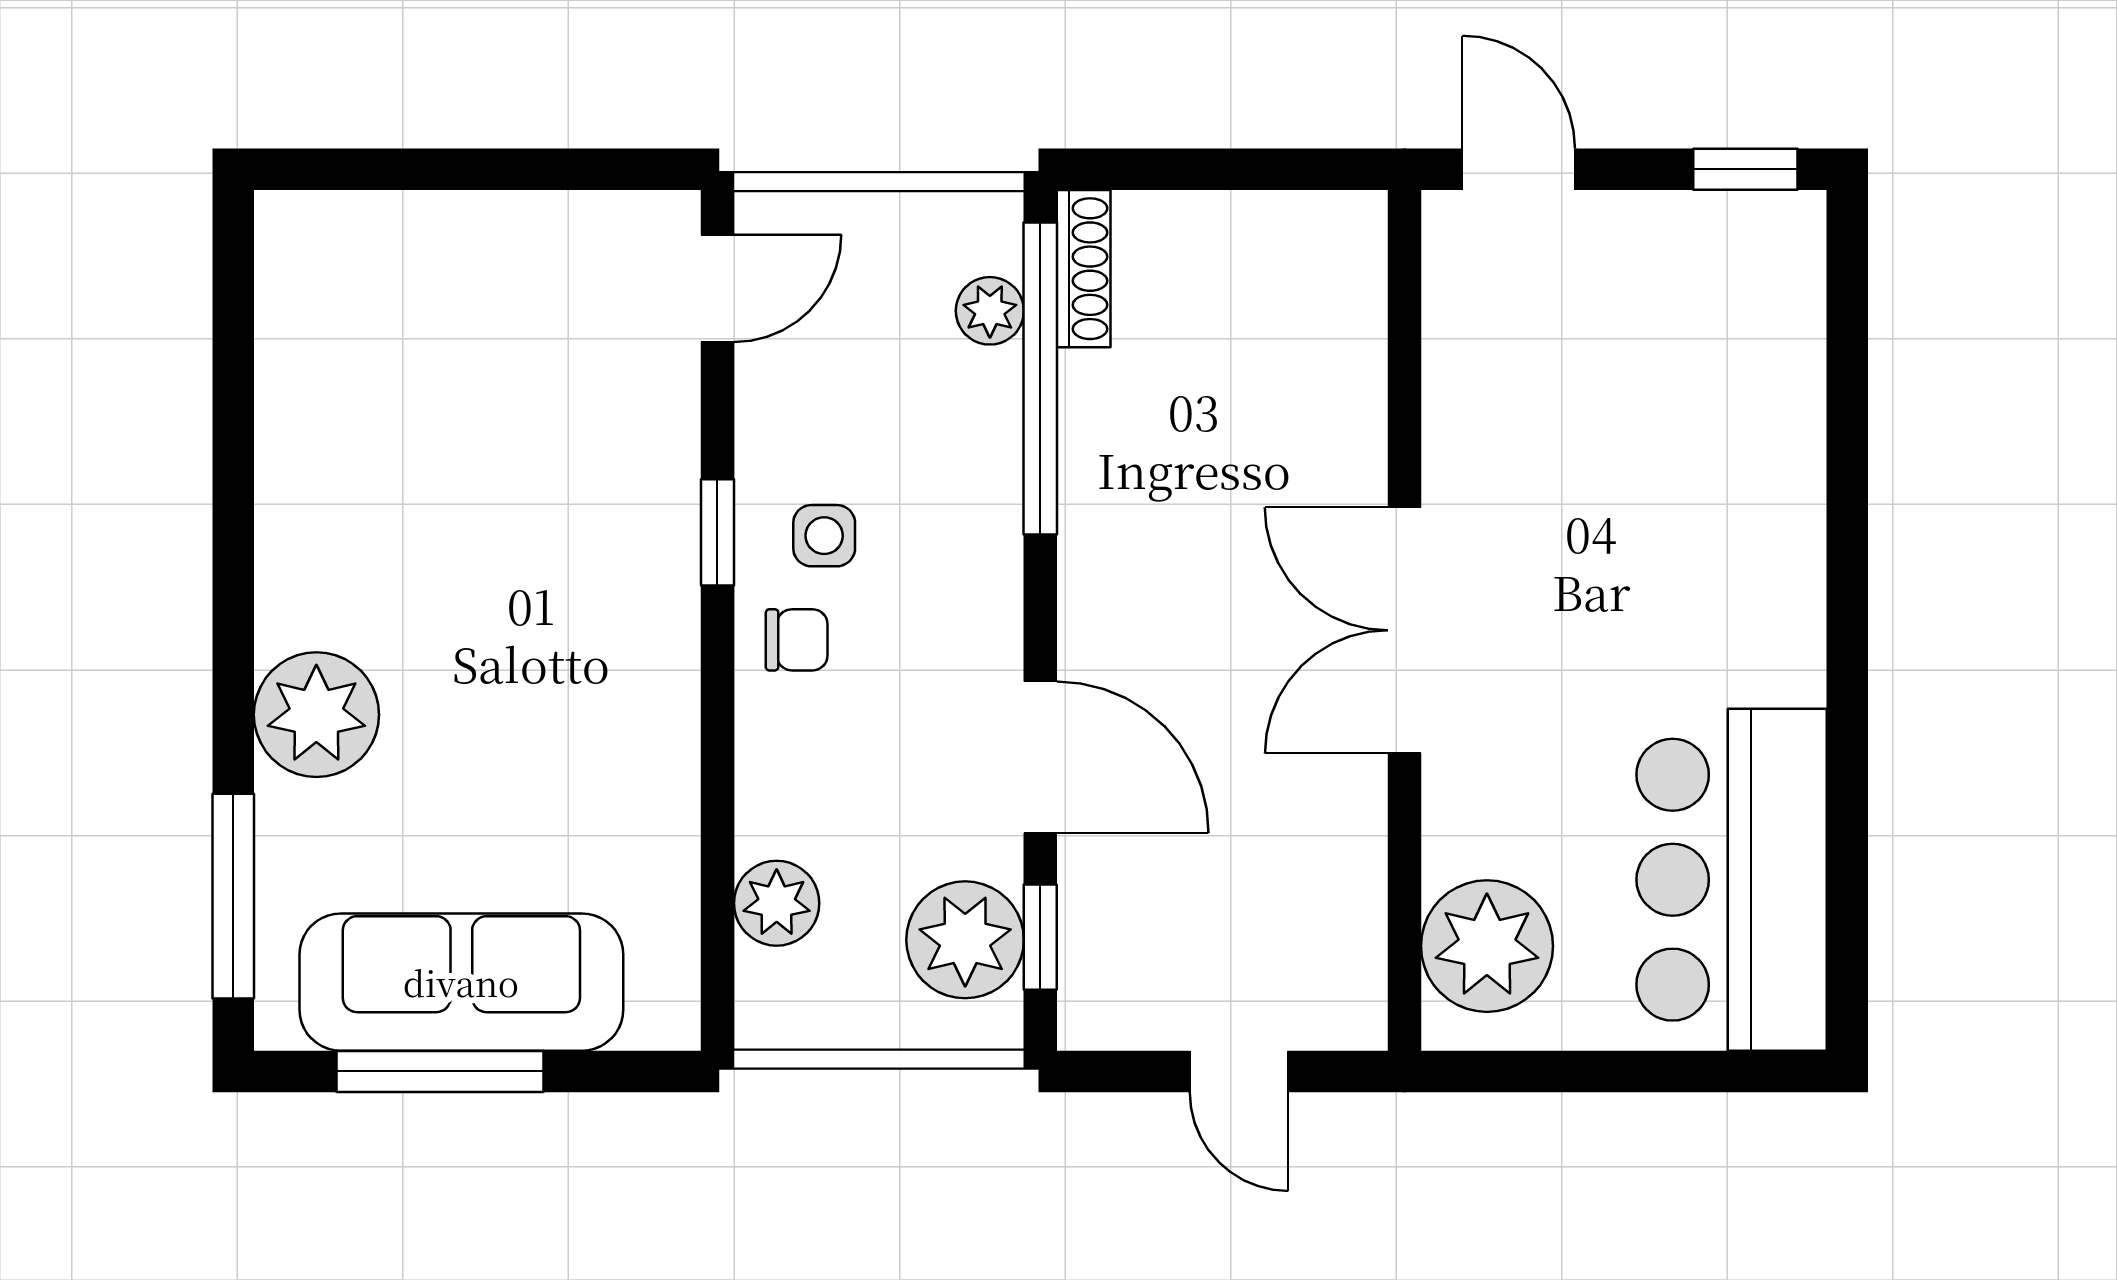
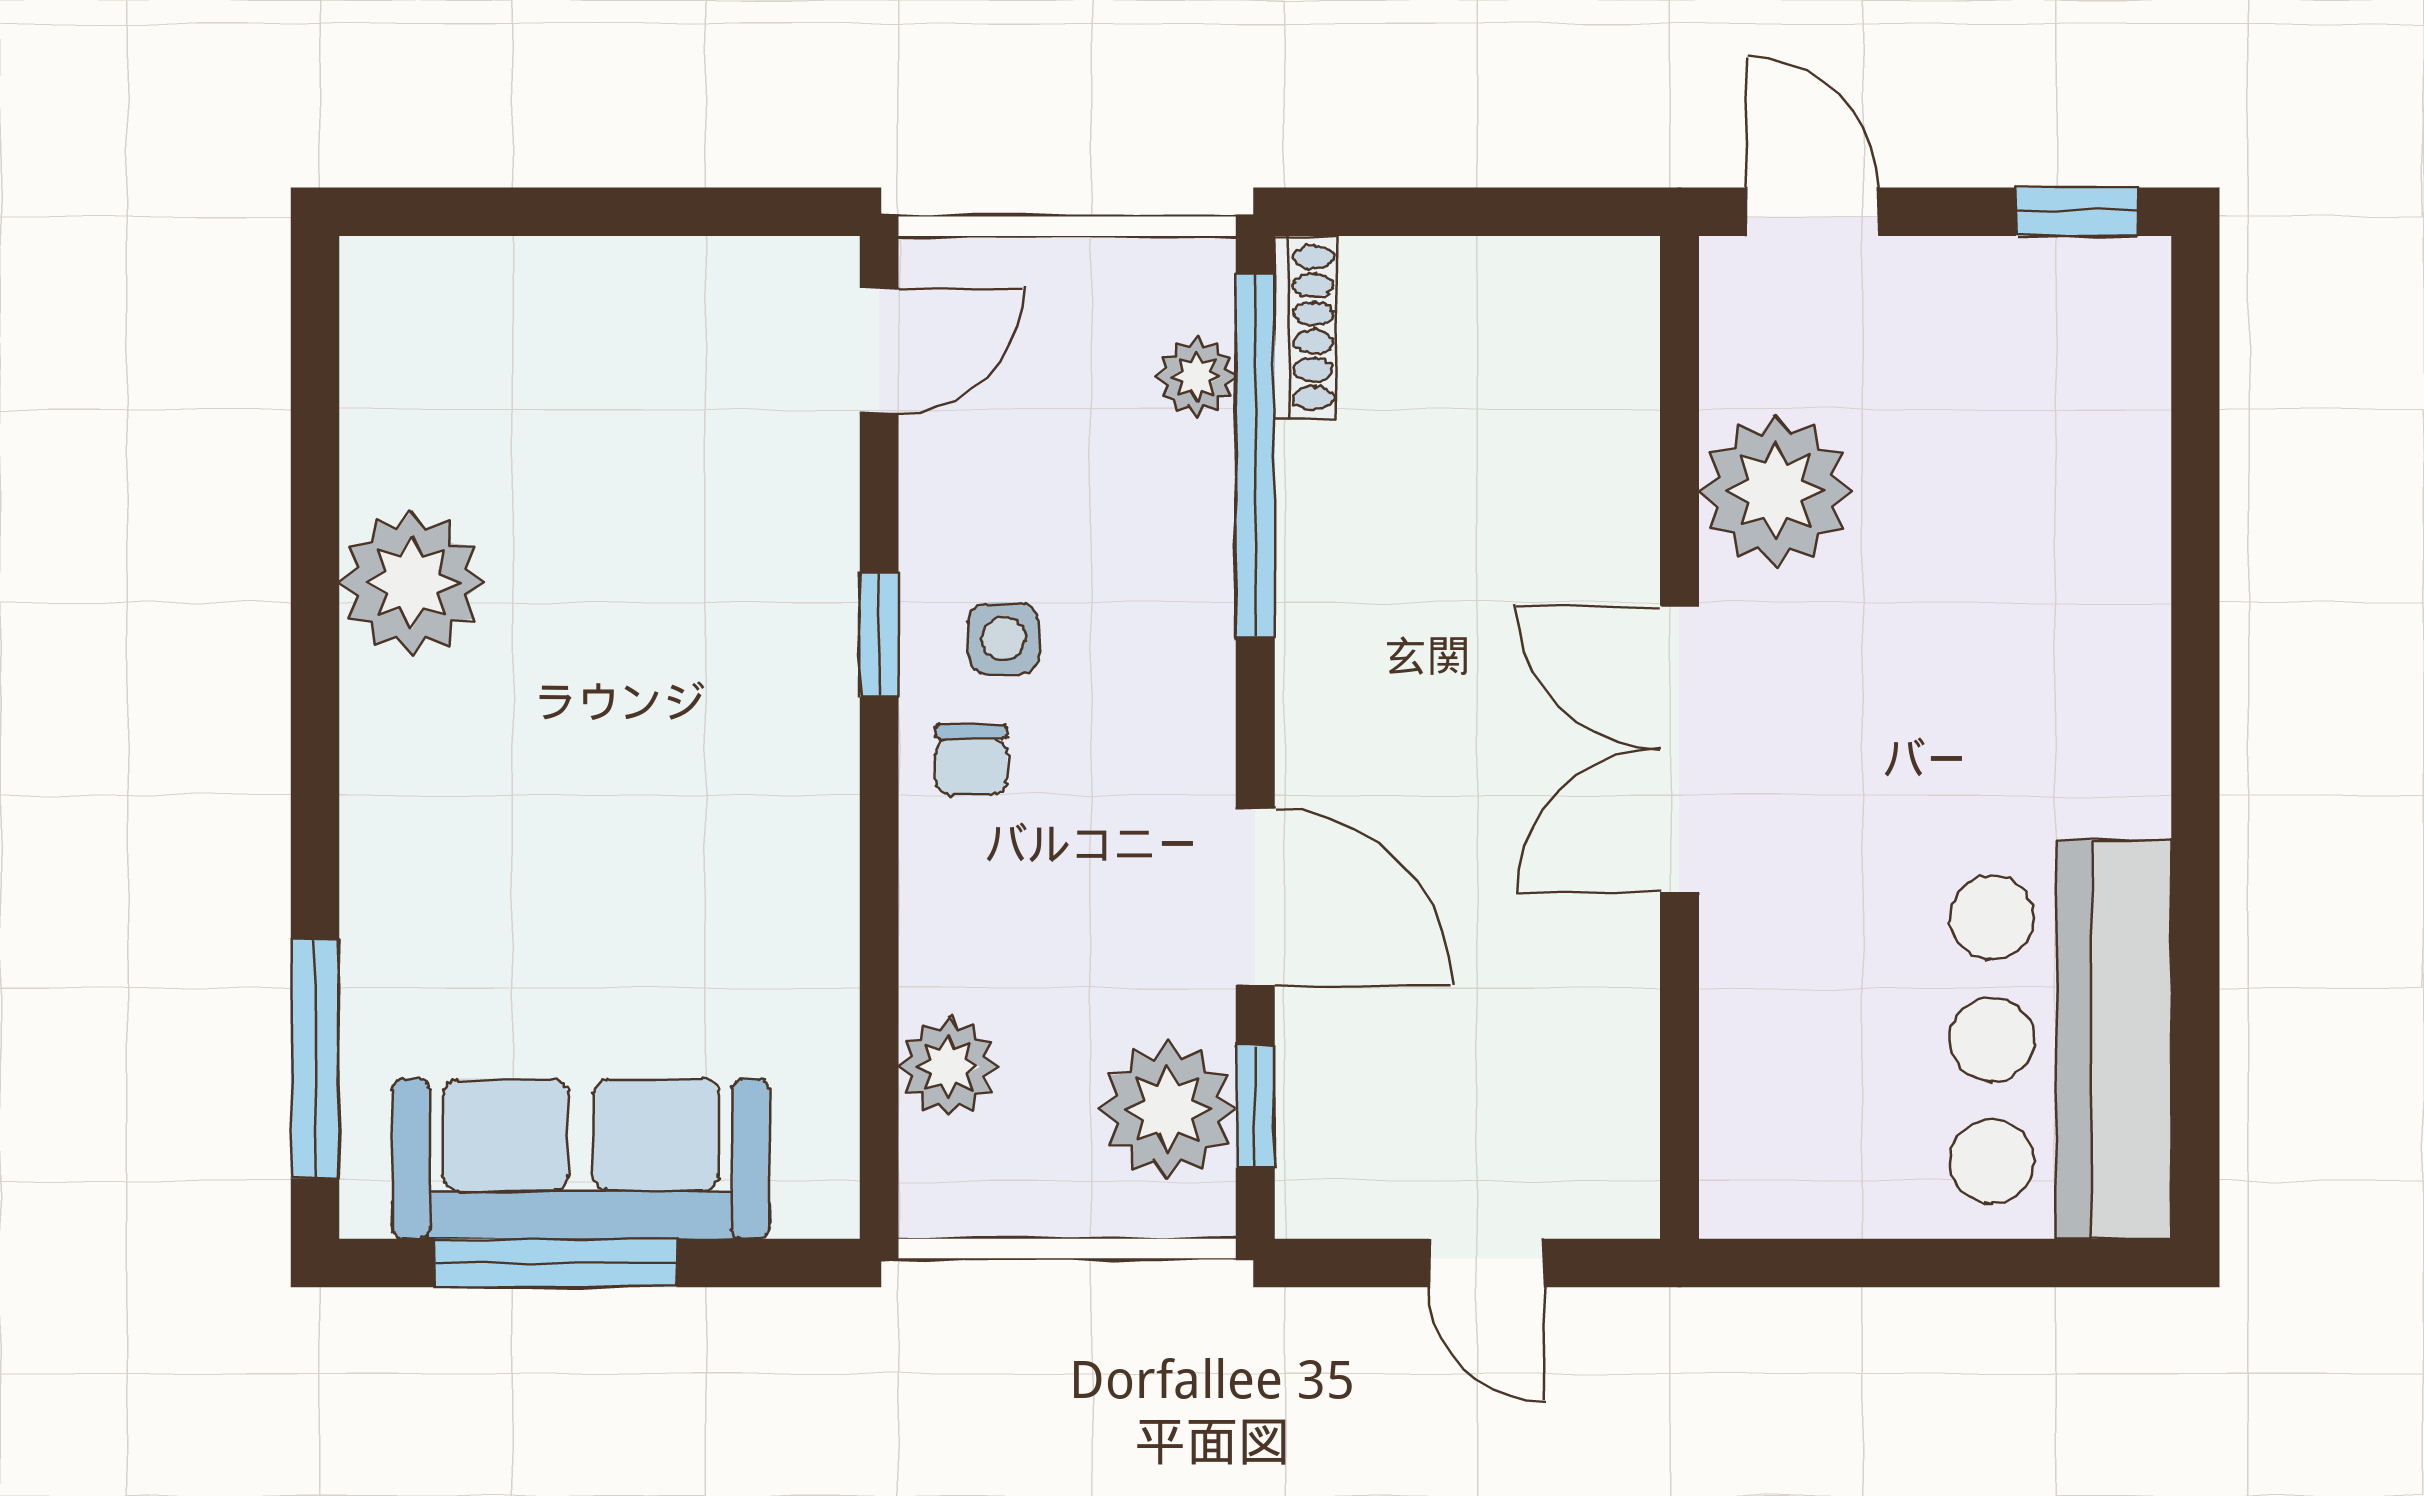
chair: (797, 640) -> (971, 760), turned 90
plant: (316, 715) -> (412, 583), moved
plant: (1487, 946) -> (1776, 491), moved

